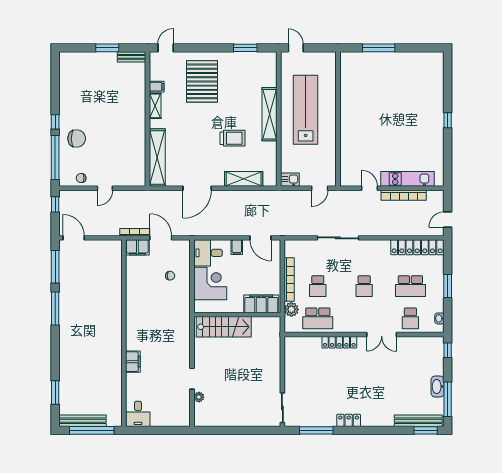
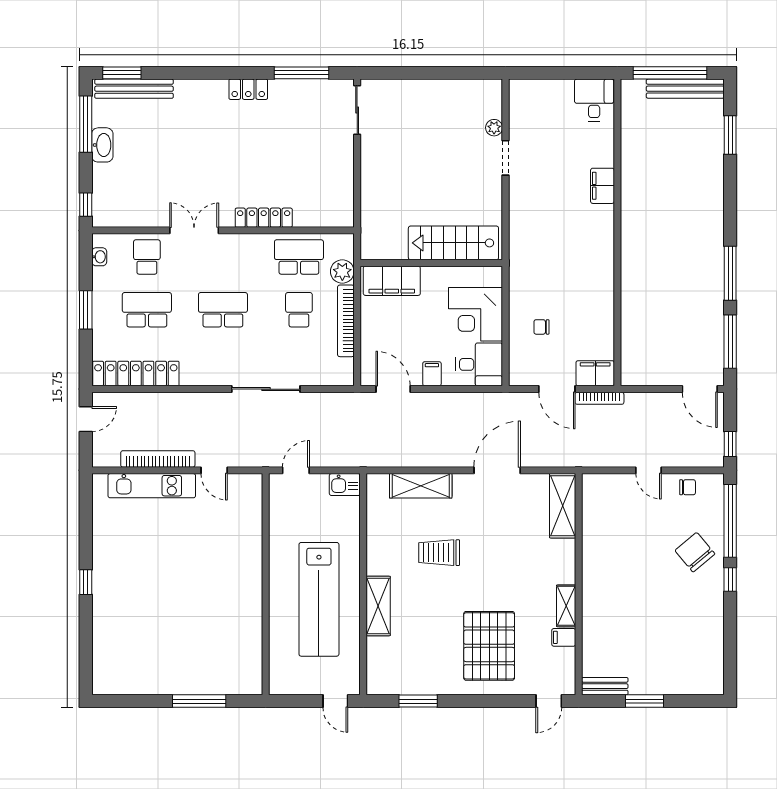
shelving: (270, 114) -> (378, 606), width x0.68
chair: (77, 139) -> (695, 552), turned 50
shelving: (157, 158) -> (563, 506), width x0.68
door: (105, 188) -> (648, 470), swing flipped
school desk: (364, 286) -> (223, 310), width x1.85

